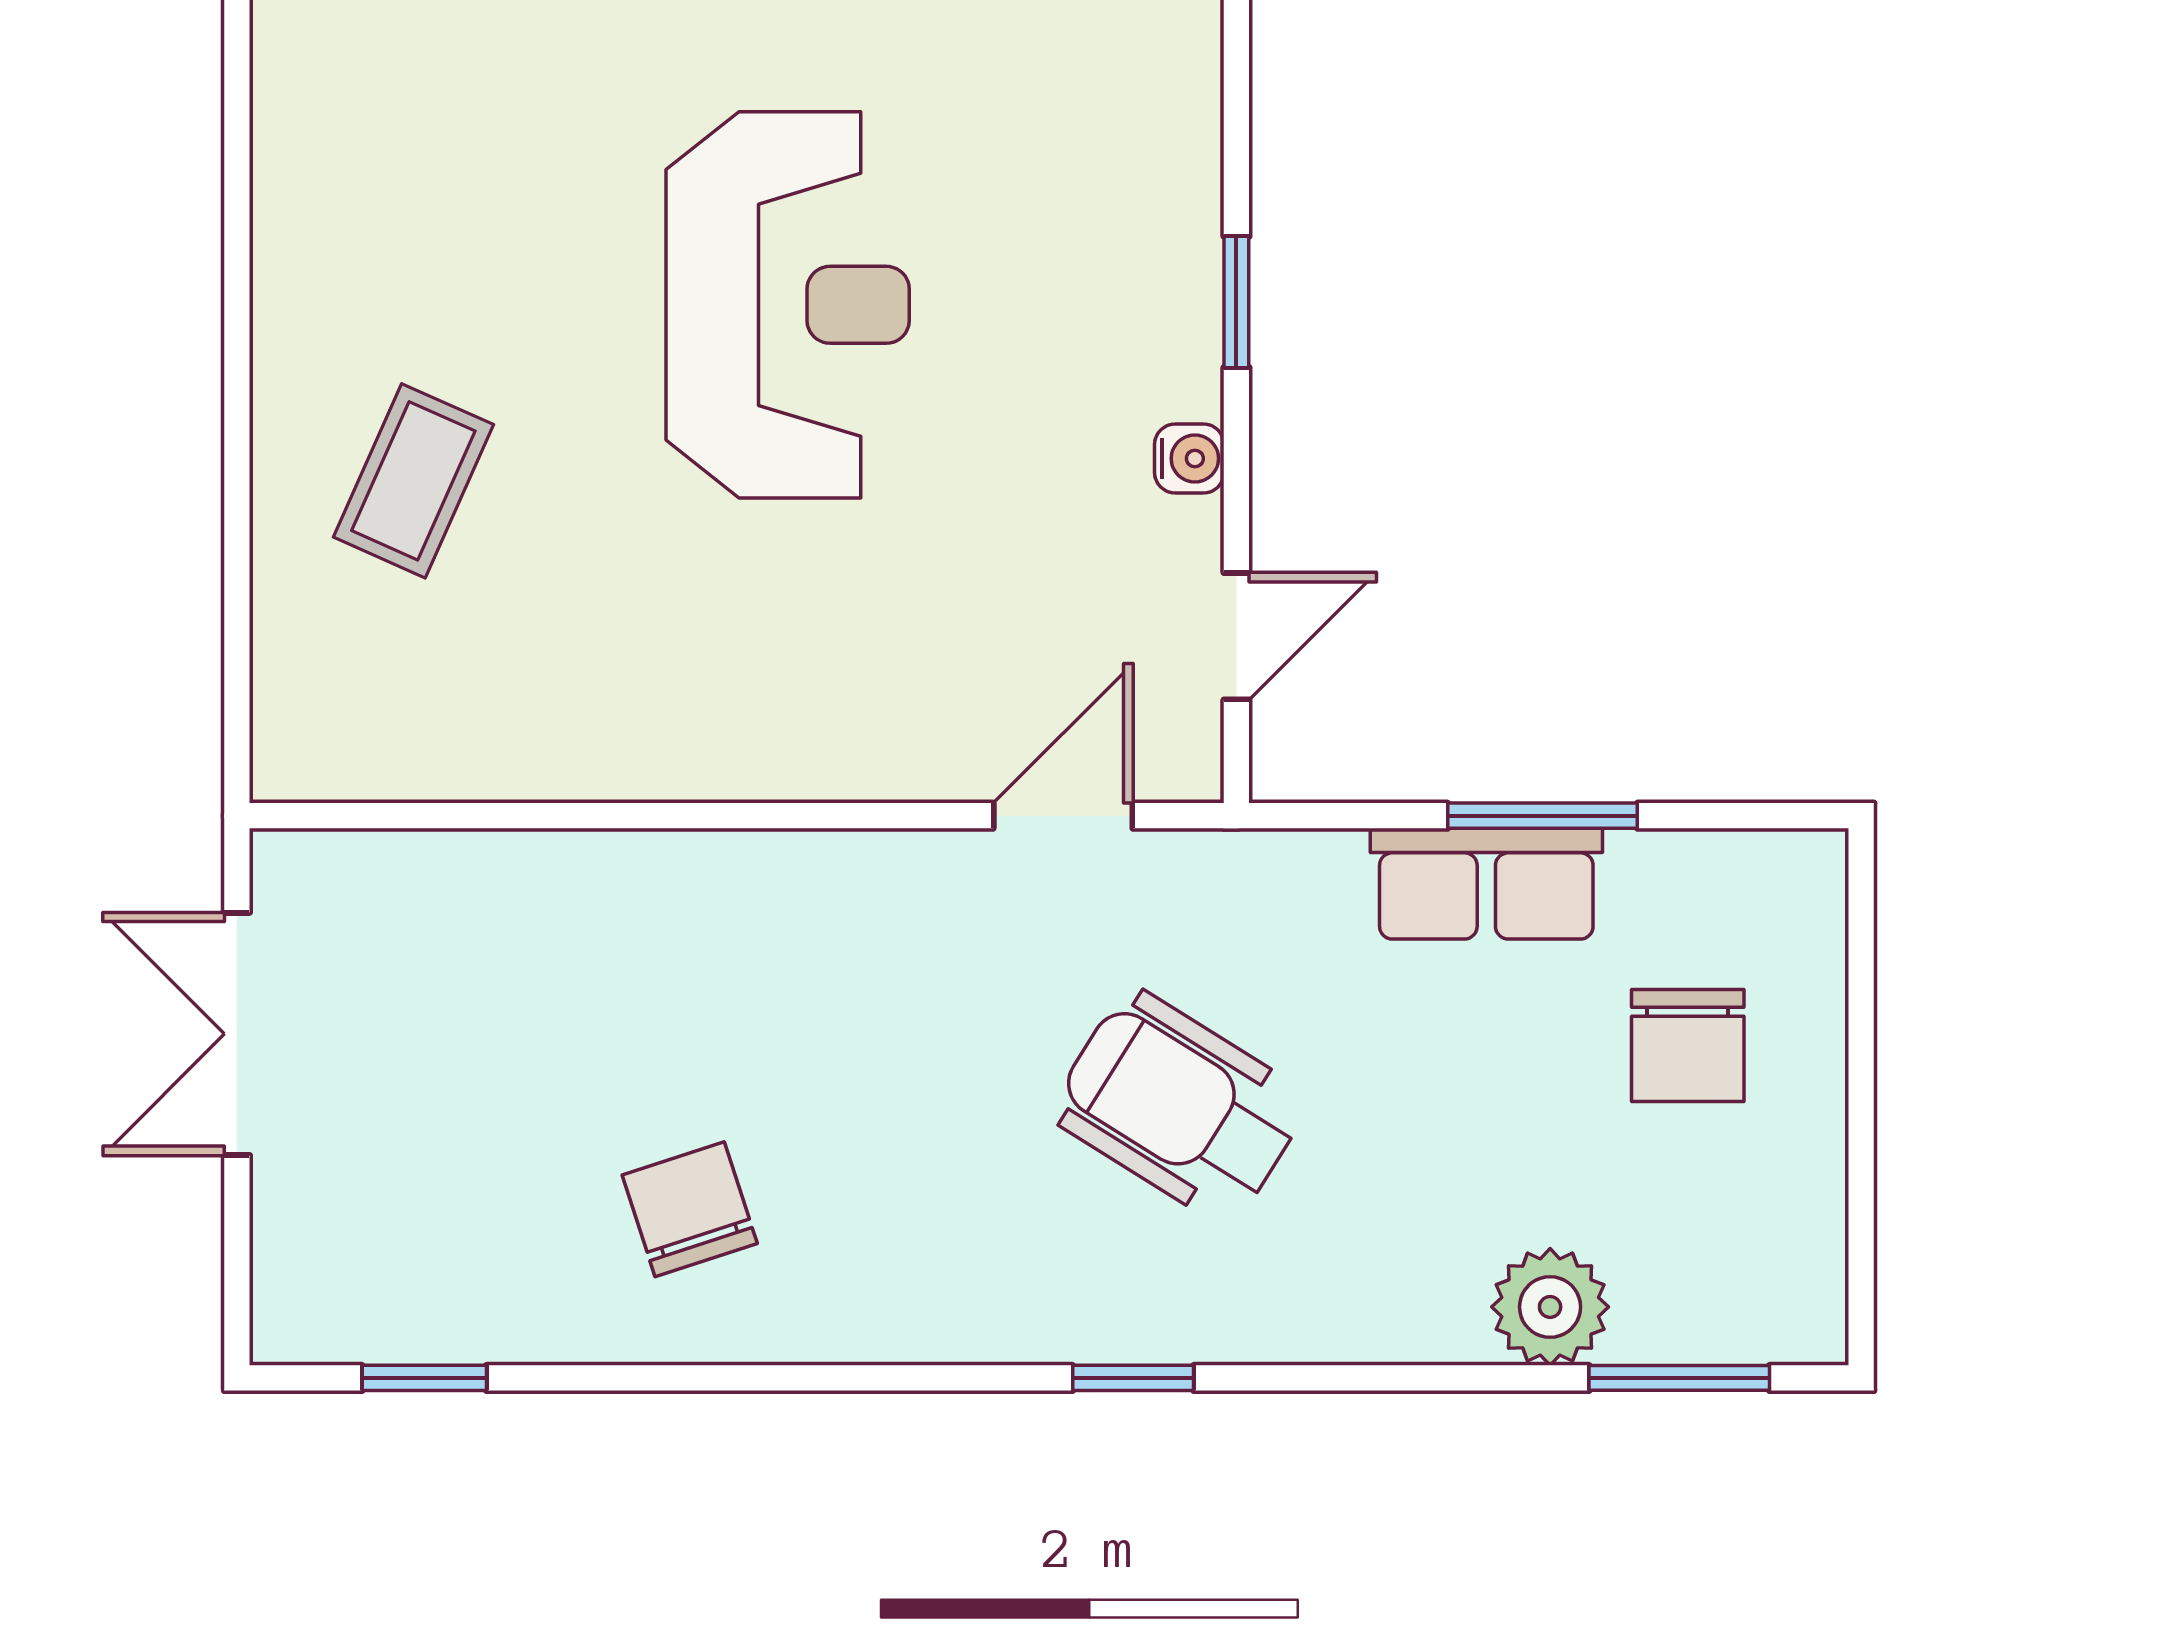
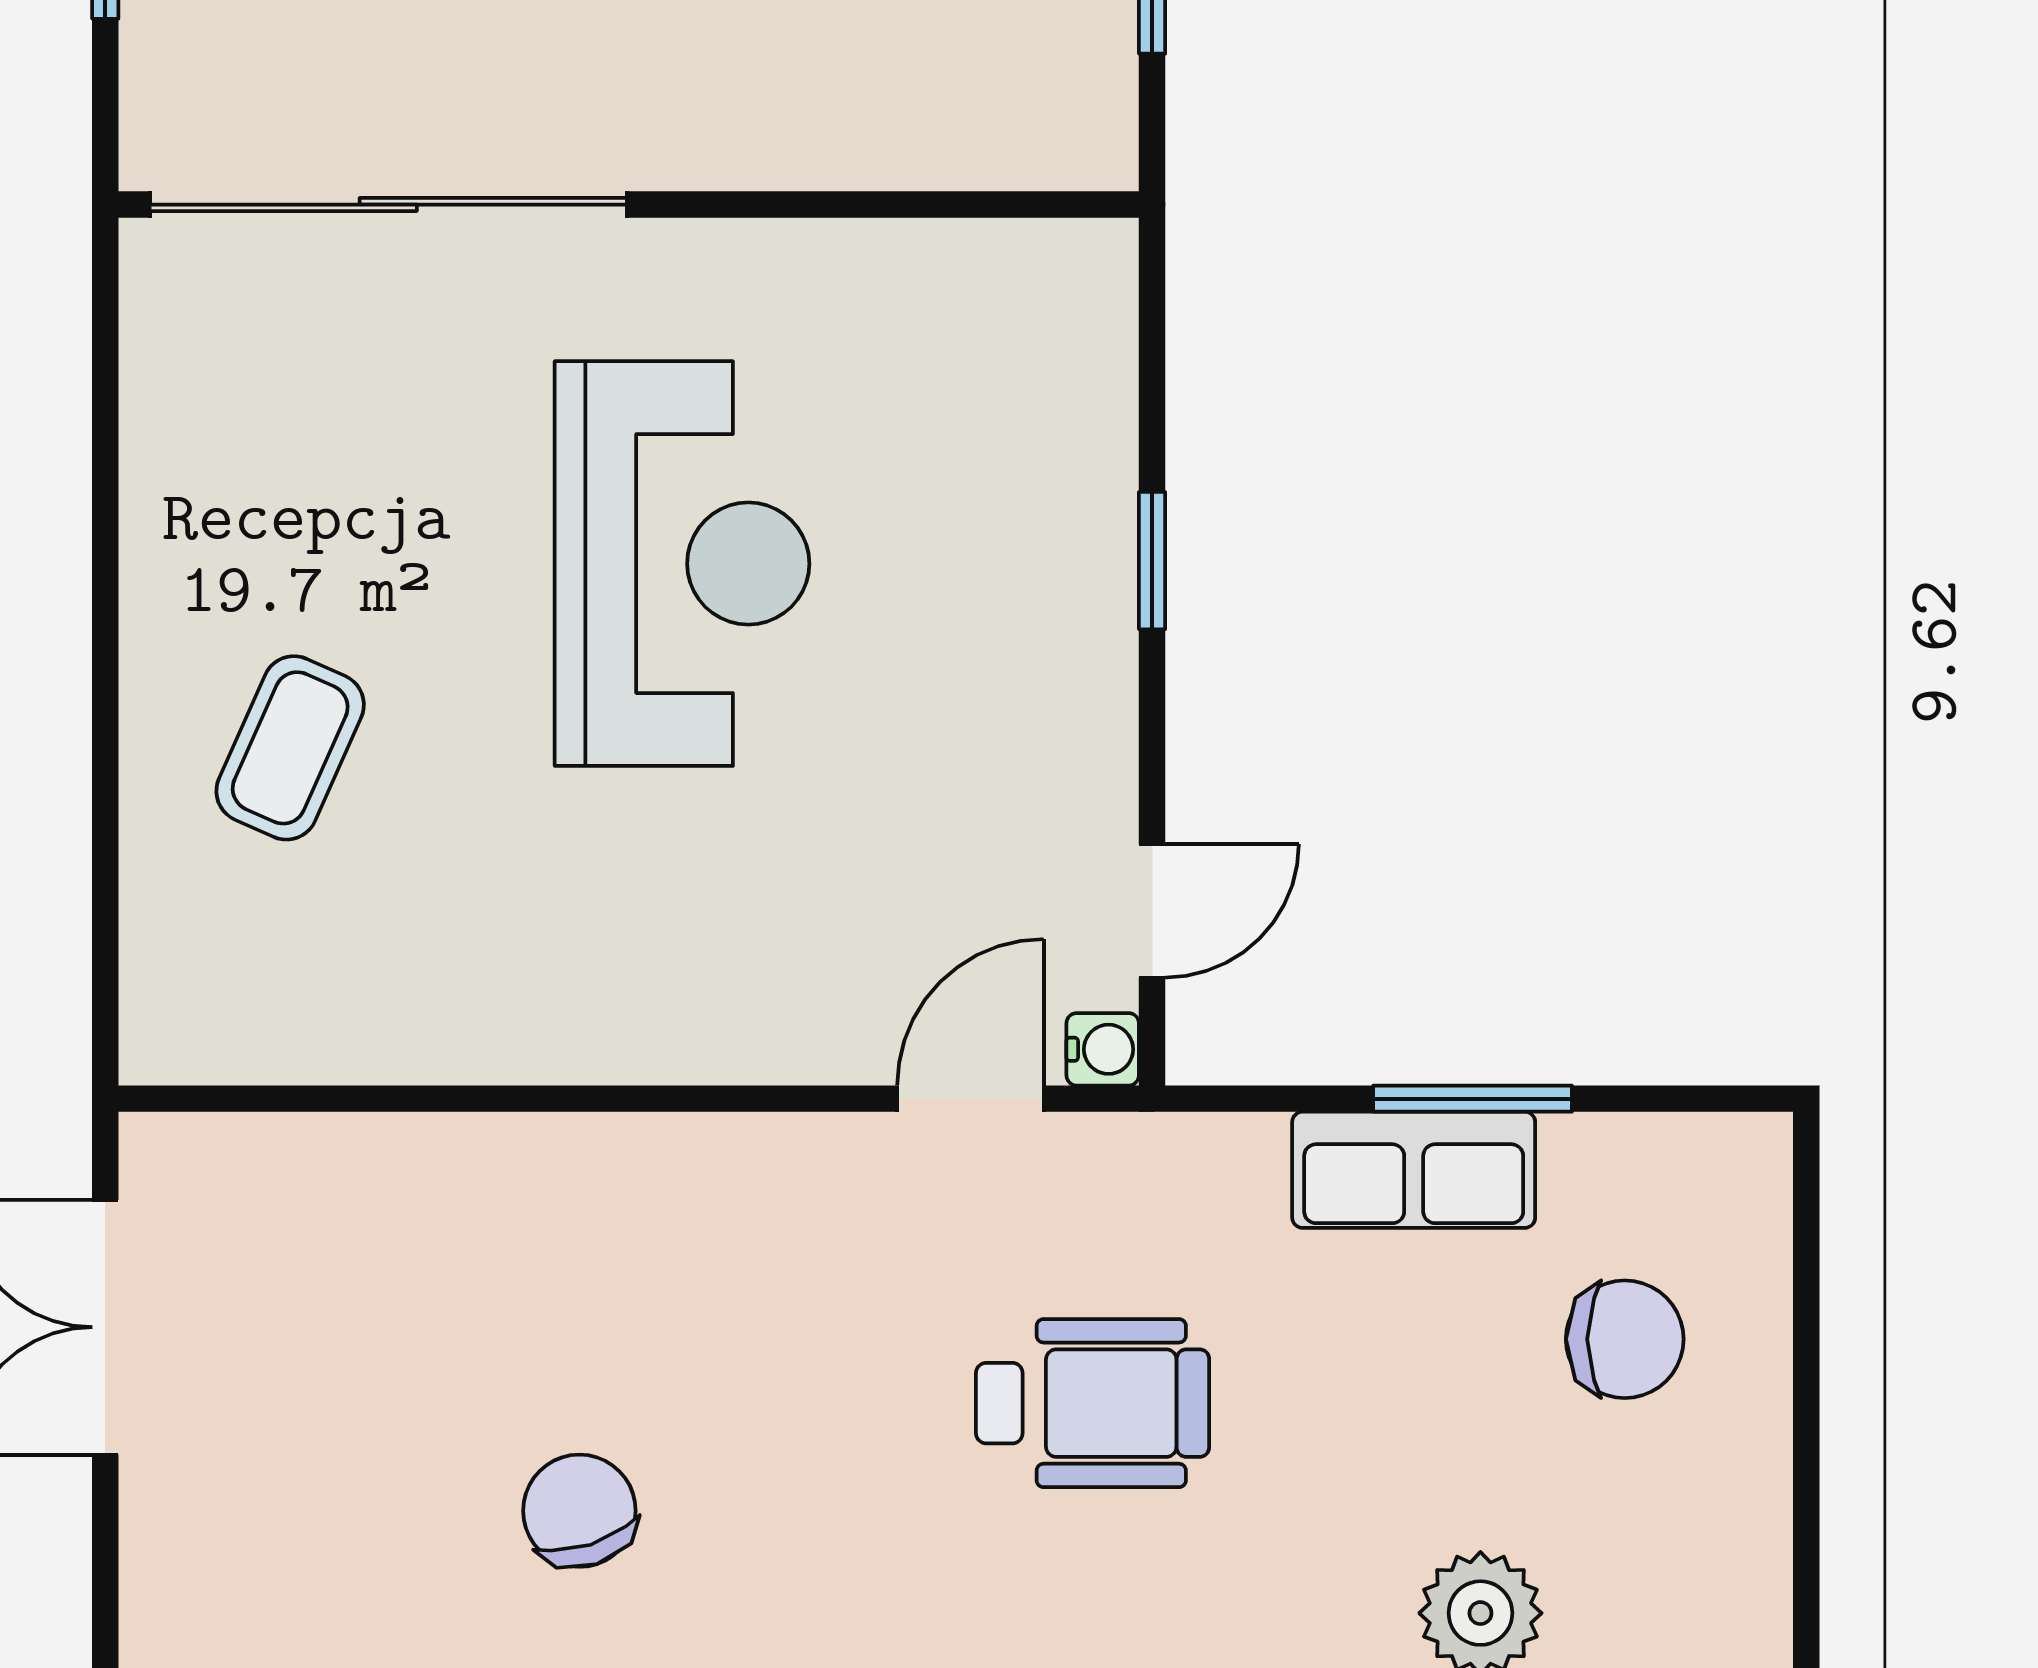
water cooler: (1189, 458) -> (1103, 1049), moved
chair: (1688, 1045) -> (1625, 1339), turned -90
wheelchair: (1180, 1106) -> (1093, 1403), turned 148

